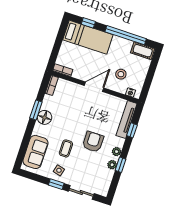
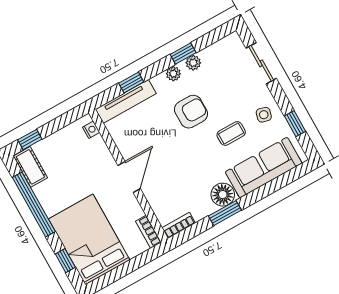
bed: (88, 37) -> (89, 239), width x1.50
window: (154, 63) -> (30, 139), added
stool: (121, 74) -> (83, 163), removed
door: (94, 87) -> (129, 177), swing flipped
armchair: (93, 142) -> (191, 112), turned 180
sofa: (35, 152) -> (264, 168), width x1.36
window: (56, 184) -> (295, 124), moved

